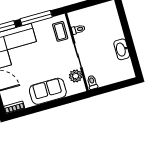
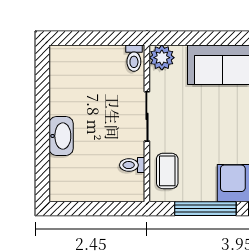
washbasin: (122, 49) -> (61, 136), moved
plant: (76, 76) -> (162, 58), moved

